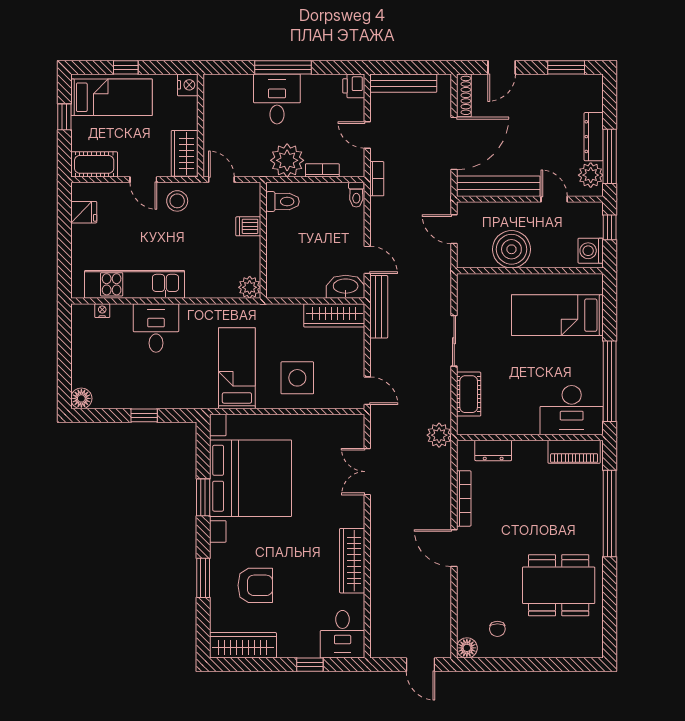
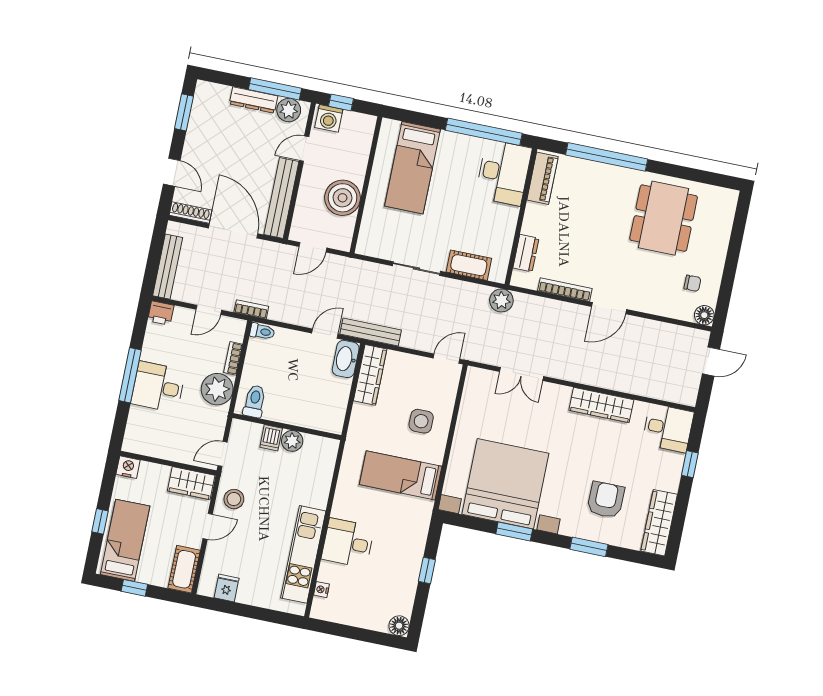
washing machine: (591, 251) -> (329, 118), moved
plant: (250, 287) -> (292, 441), moved
side table: (297, 378) -> (421, 421), width x0.73, depth x0.73

